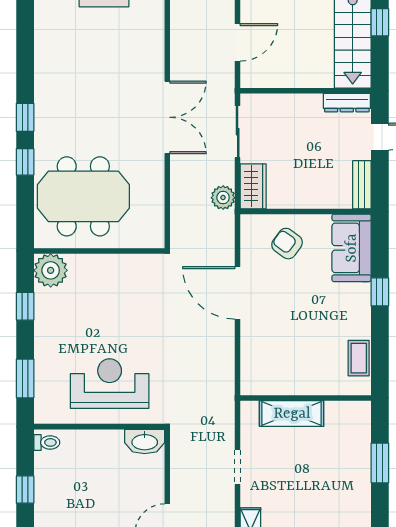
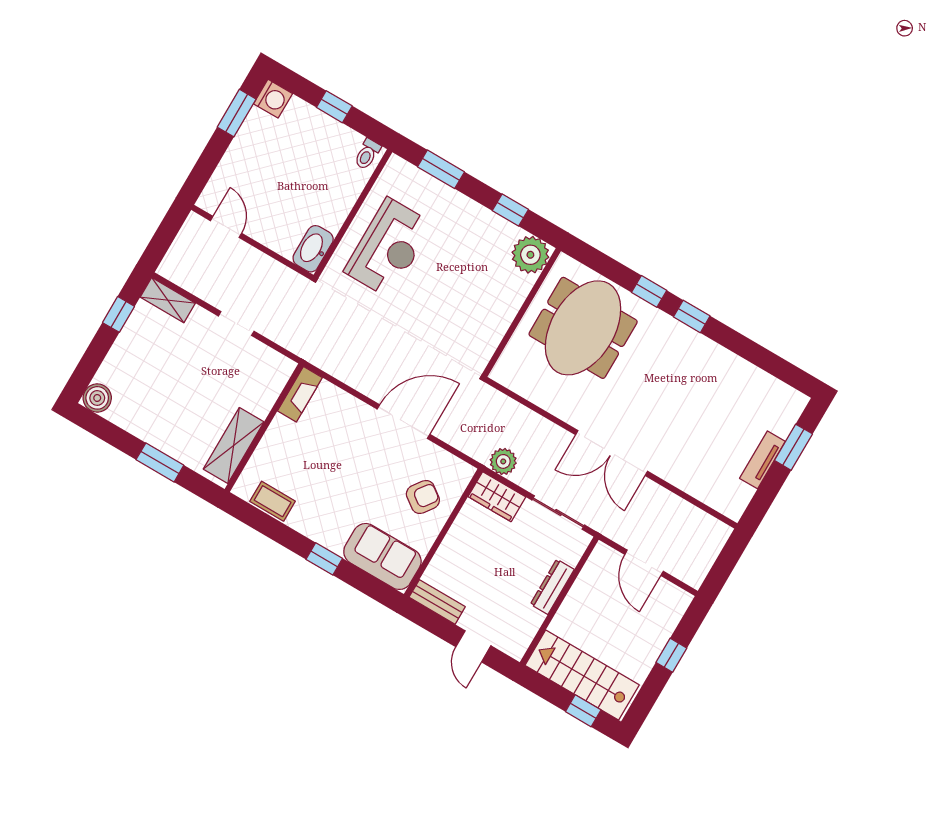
dresser: (347, 103) -> (552, 587), moved
fireplace: (263, 386) -> (300, 394), added
shelving: (292, 414) -> (234, 446), moved

